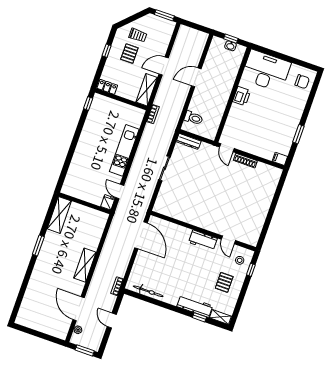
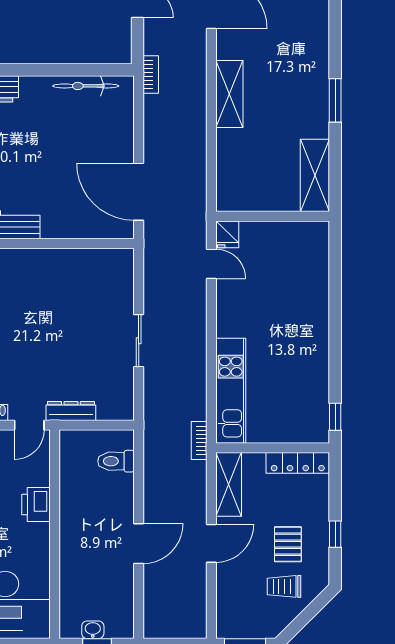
locker: (107, 87) -> (298, 463), width x1.53
printer: (242, 96) -> (36, 504), moved
dresser: (189, 141) -> (71, 411), moved
door: (227, 148) -> (29, 425), swing flipped
kitchen unit: (124, 150) -> (231, 391), moved

